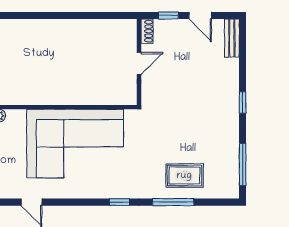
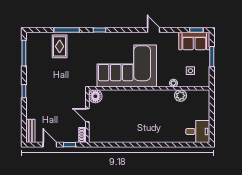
door: (139, 63) -> (87, 115), hinge flipped
floor lamp: (126, 94) -> (95, 96), added
rug: (184, 176) -> (60, 46), turned 90

